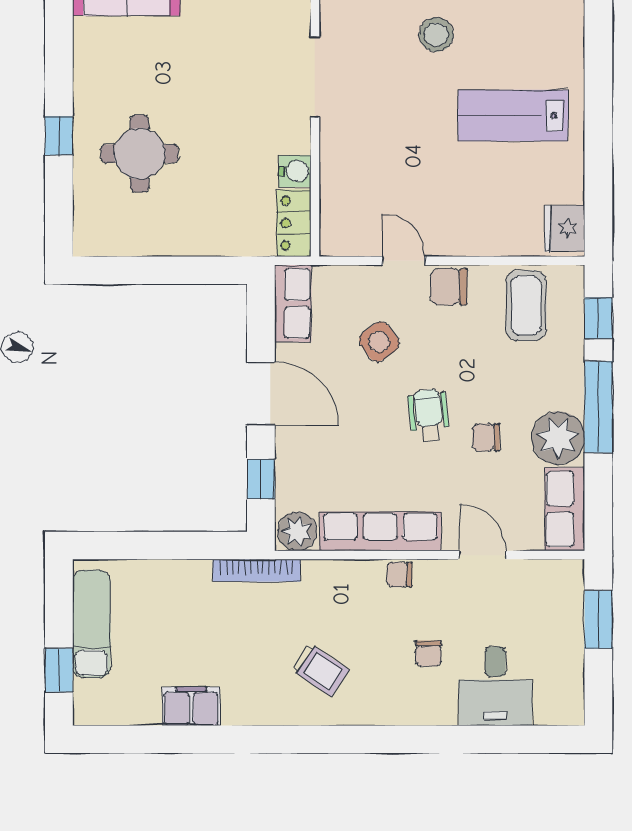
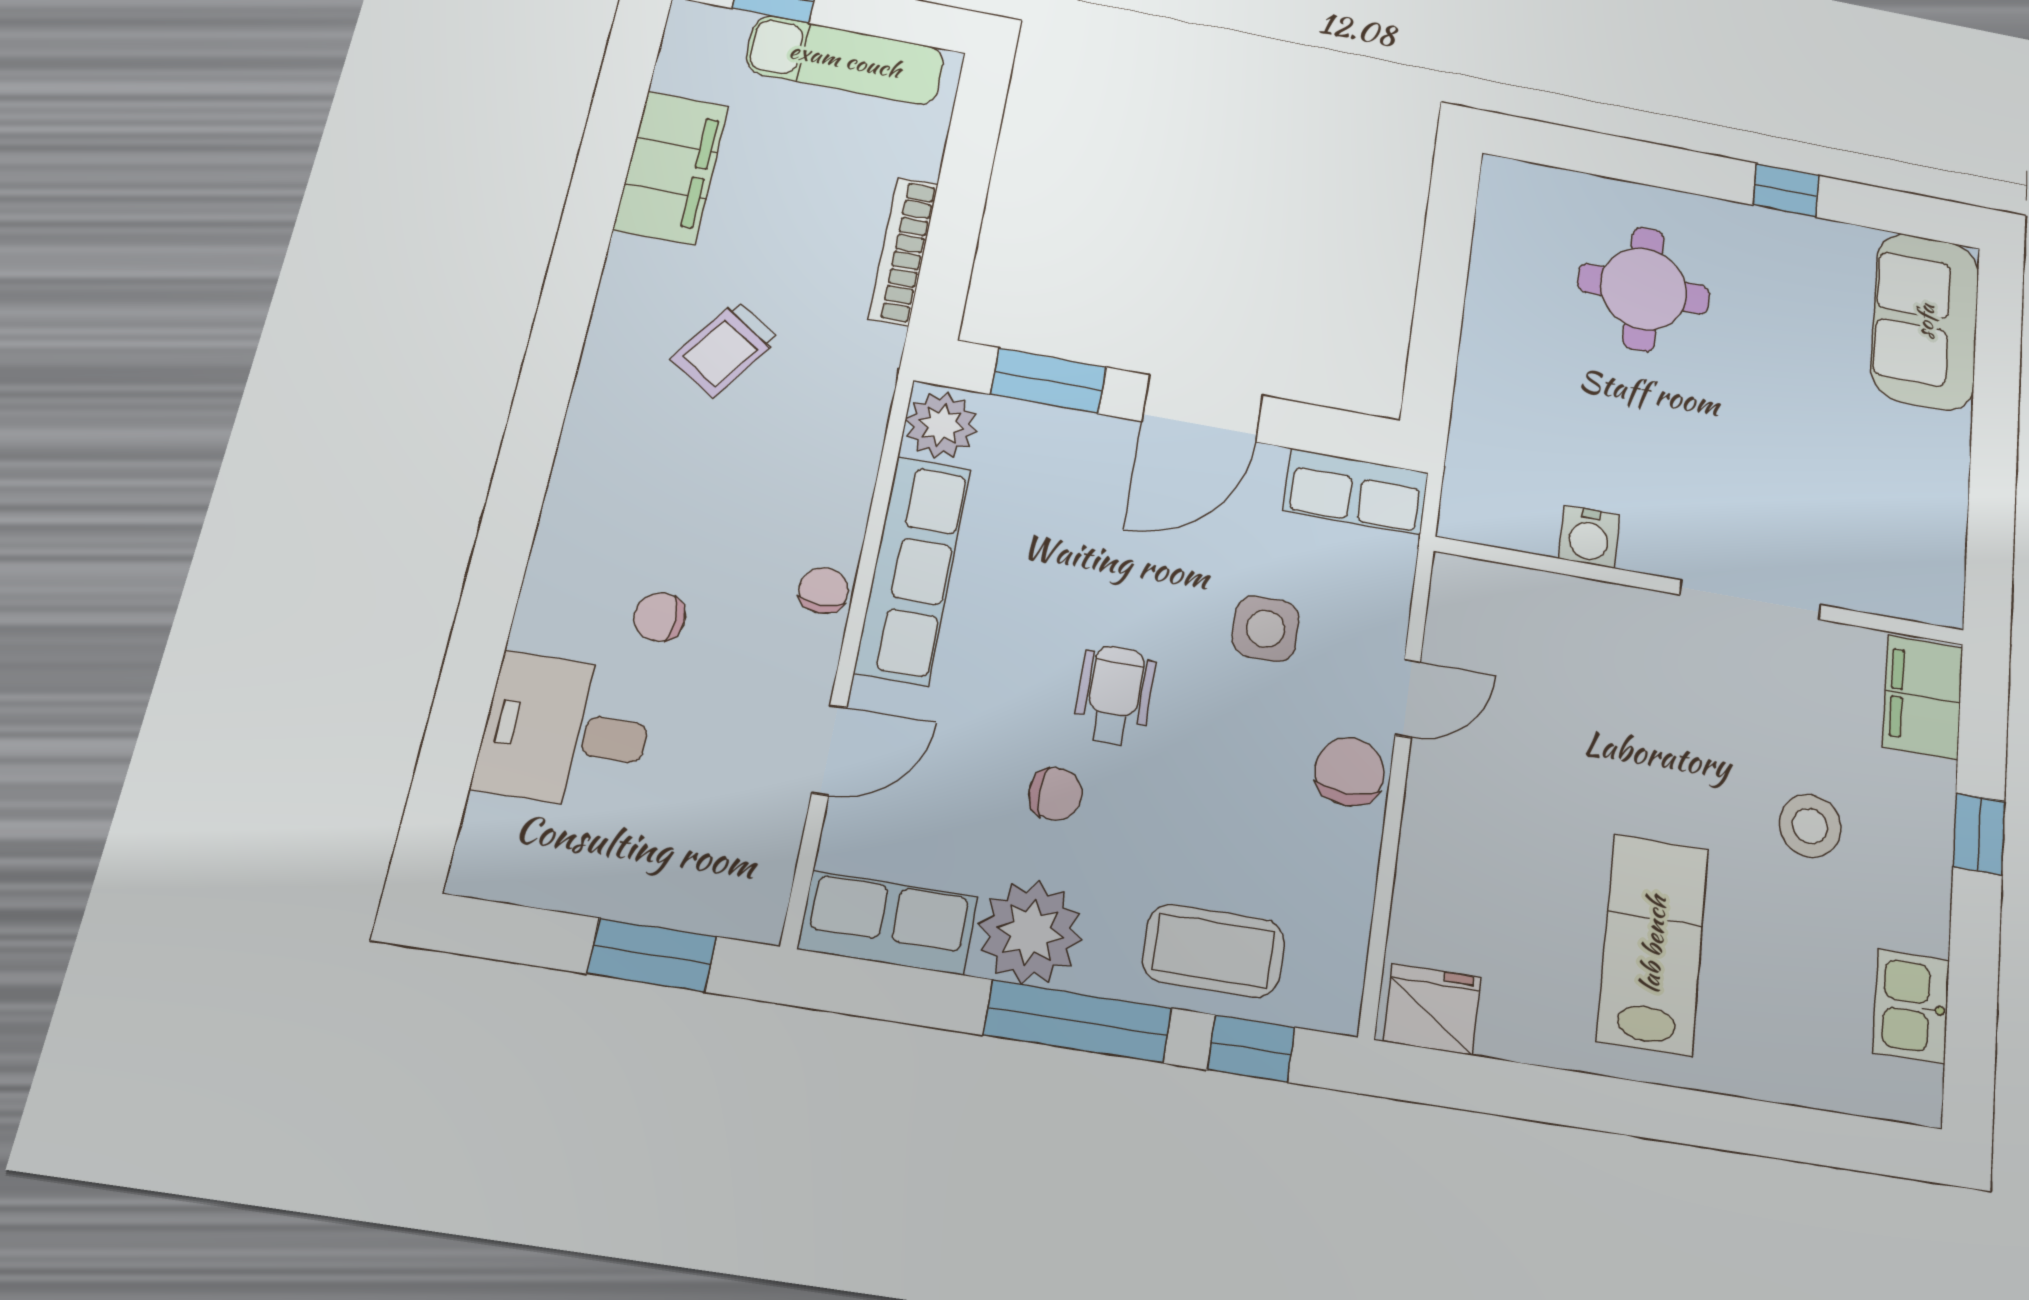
window: (59, 136) -> (1786, 190), moved
locker: (294, 223) -> (1498, 518), removed
coffee table: (526, 305) -> (1213, 951), moved
side table: (379, 342) -> (1266, 629), turned 36
wheelchair: (429, 416) -> (1115, 695), turned -83
chair: (486, 437) -> (1055, 794), turned 90
window: (261, 479) -> (1049, 381), width x1.50
bookcase: (257, 570) -> (903, 251), moved
trolley: (320, 670) -> (725, 349), moved
filing cabinet: (191, 706) -> (671, 168), width x1.50, depth x1.17

